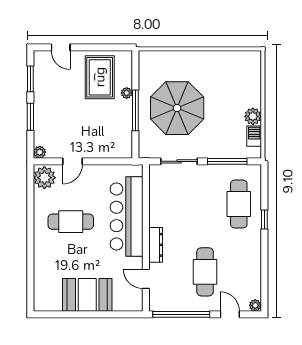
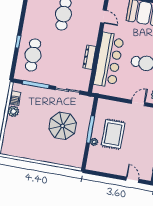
rug: (100, 77) -> (113, 134), moved
parasol: (177, 108) -> (62, 126), width x0.73, depth x0.73
dresser: (156, 245) -> (89, 57), moved

